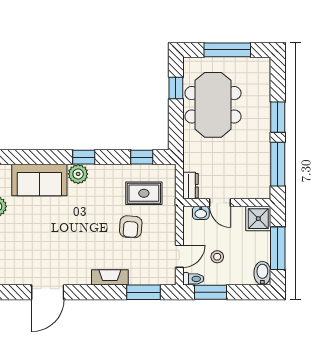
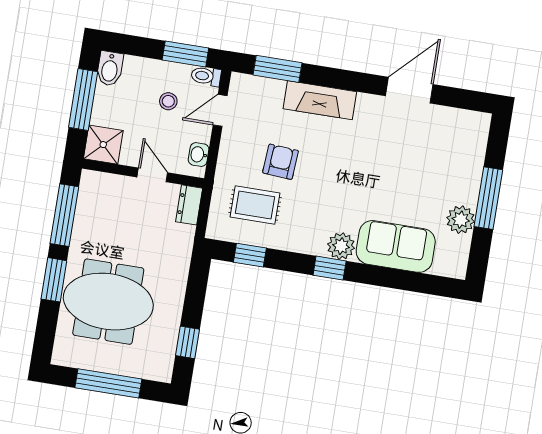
meeting table: (213, 105) -> (108, 302), moved, turned 90
washbasin: (201, 213) -> (199, 155), moved, turned -90
fireplace: (110, 277) -> (320, 100), width x1.37, depth x1.32

